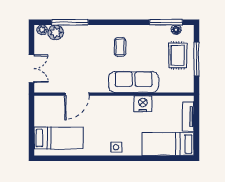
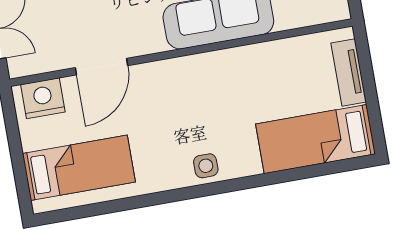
nightstand: (143, 104) -> (43, 98), moved

